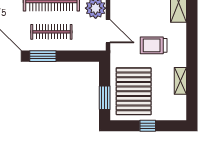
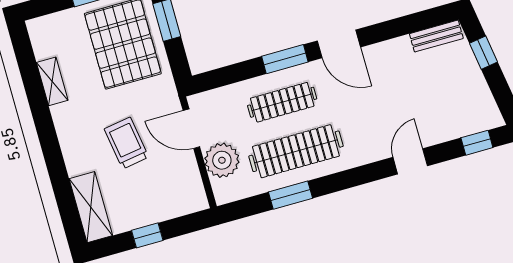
trolley: (154, 45) -> (126, 143), moved, turned -99

